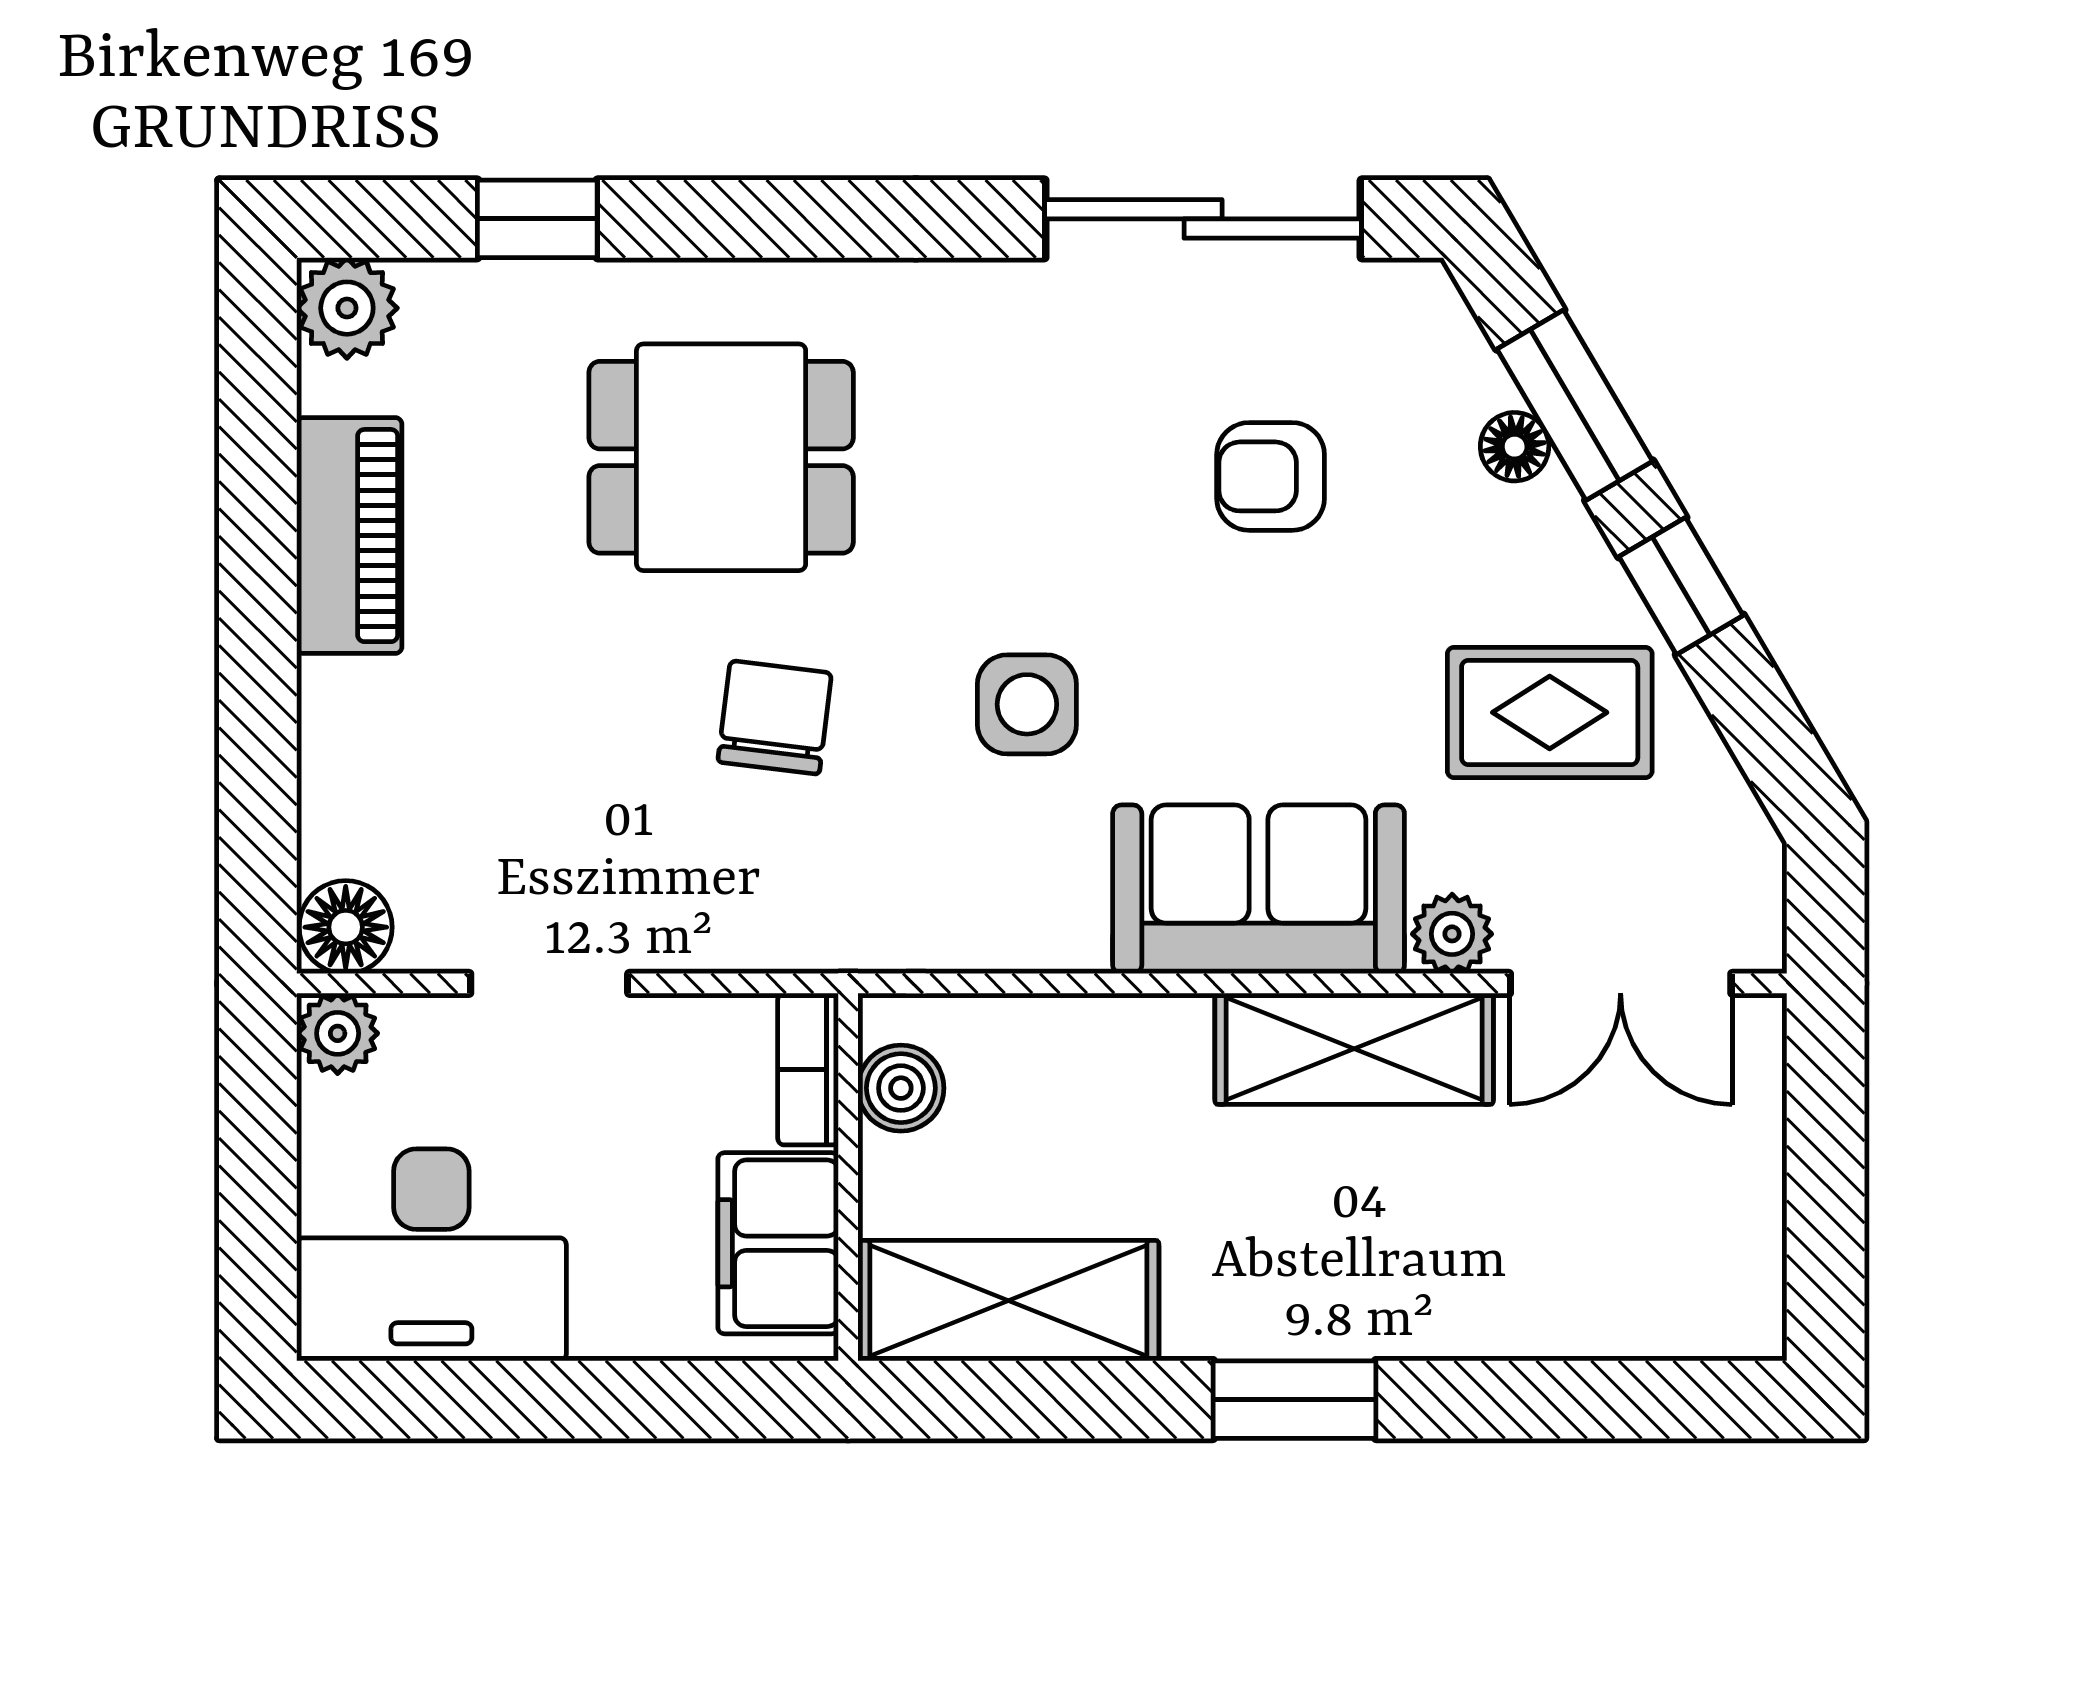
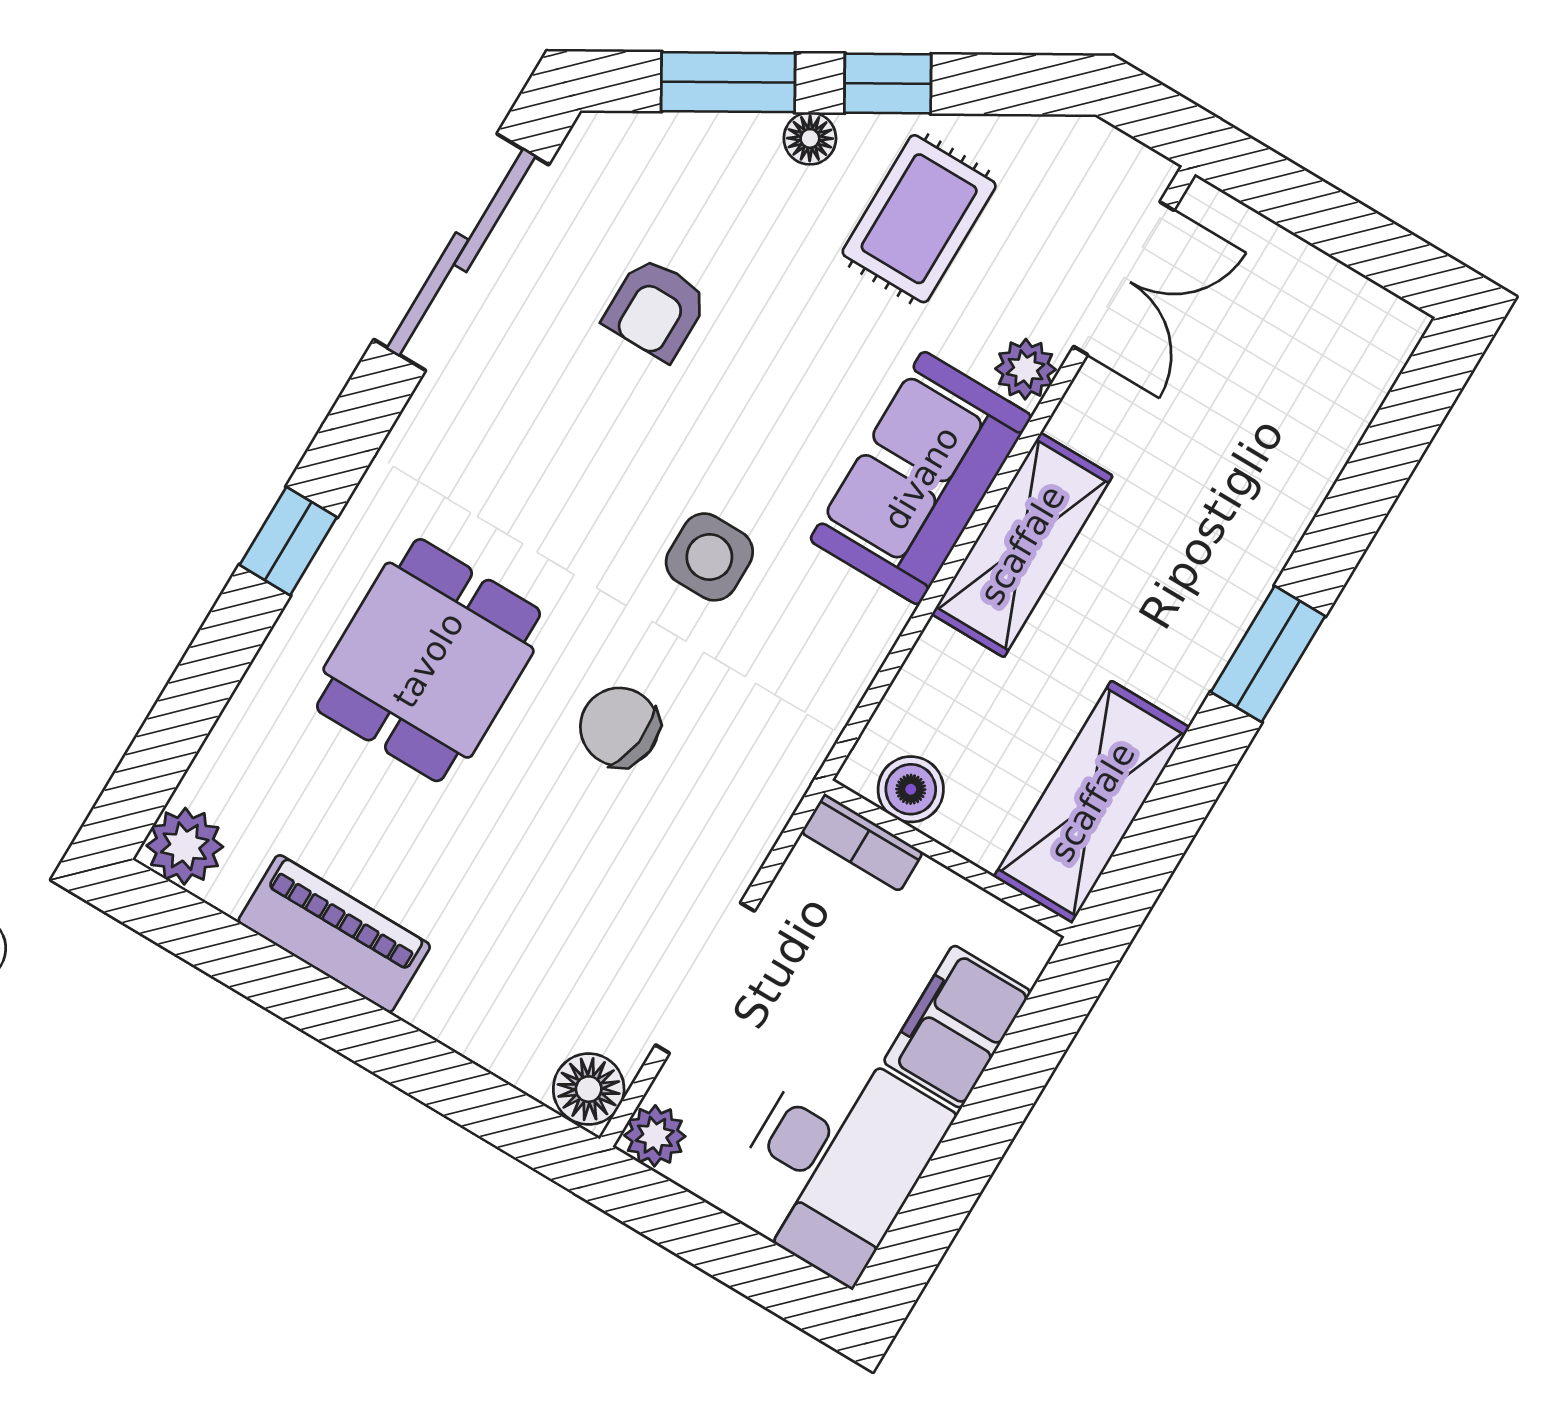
window: (537, 219) -> (288, 541), moved
floor lamp: (1515, 447) -> (810, 138), moved
doorway: (549, 983) -> (705, 978), width x1.38
shelving: (1354, 1049) -> (1022, 545), moved
filing cabinet: (778, 1243) -> (957, 1027), moved, turned 90

